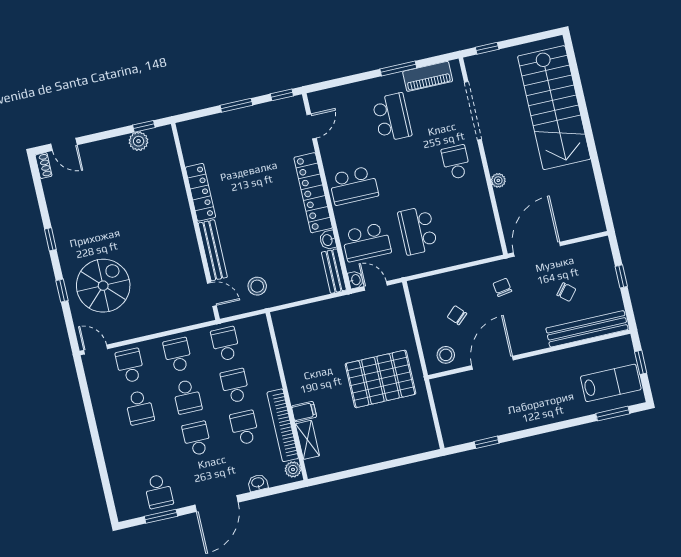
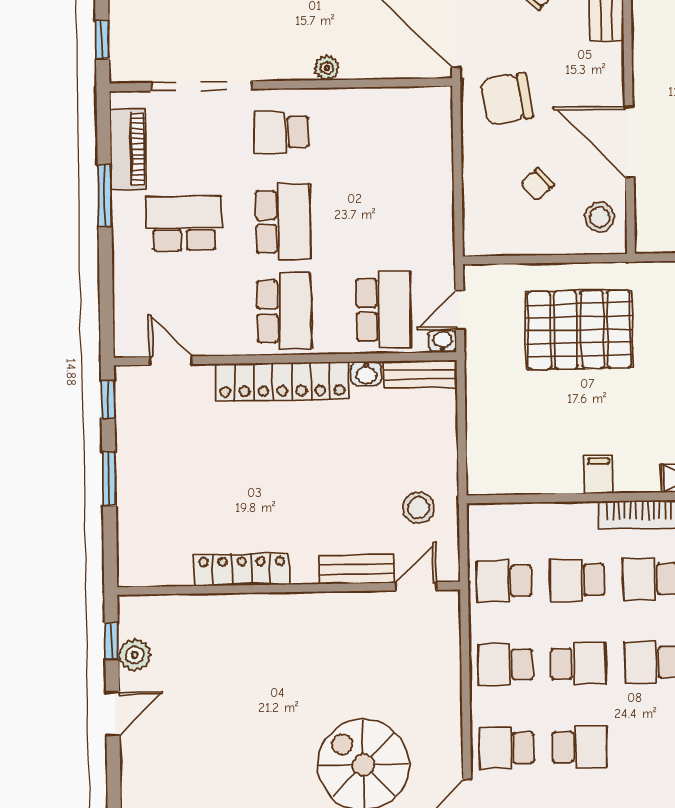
door: (64, 144) -> (113, 714), moved
school desk: (418, 230) -> (283, 222), moved, turned -90
bench: (213, 250) -> (356, 569), width x0.73
chair: (502, 287) -> (507, 99), width x1.87, depth x1.87
pallet: (380, 379) -> (579, 330), moved, turned 90
filing cabinet: (304, 412) -> (599, 474), moved

